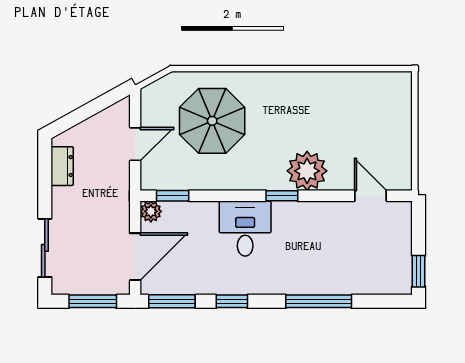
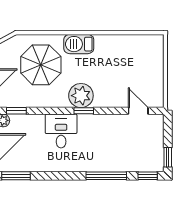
barbecue: (274, 87) -> (79, 44), added
plant: (307, 171) -> (81, 96), moved
window: (232, 301) -> (148, 176), moved

